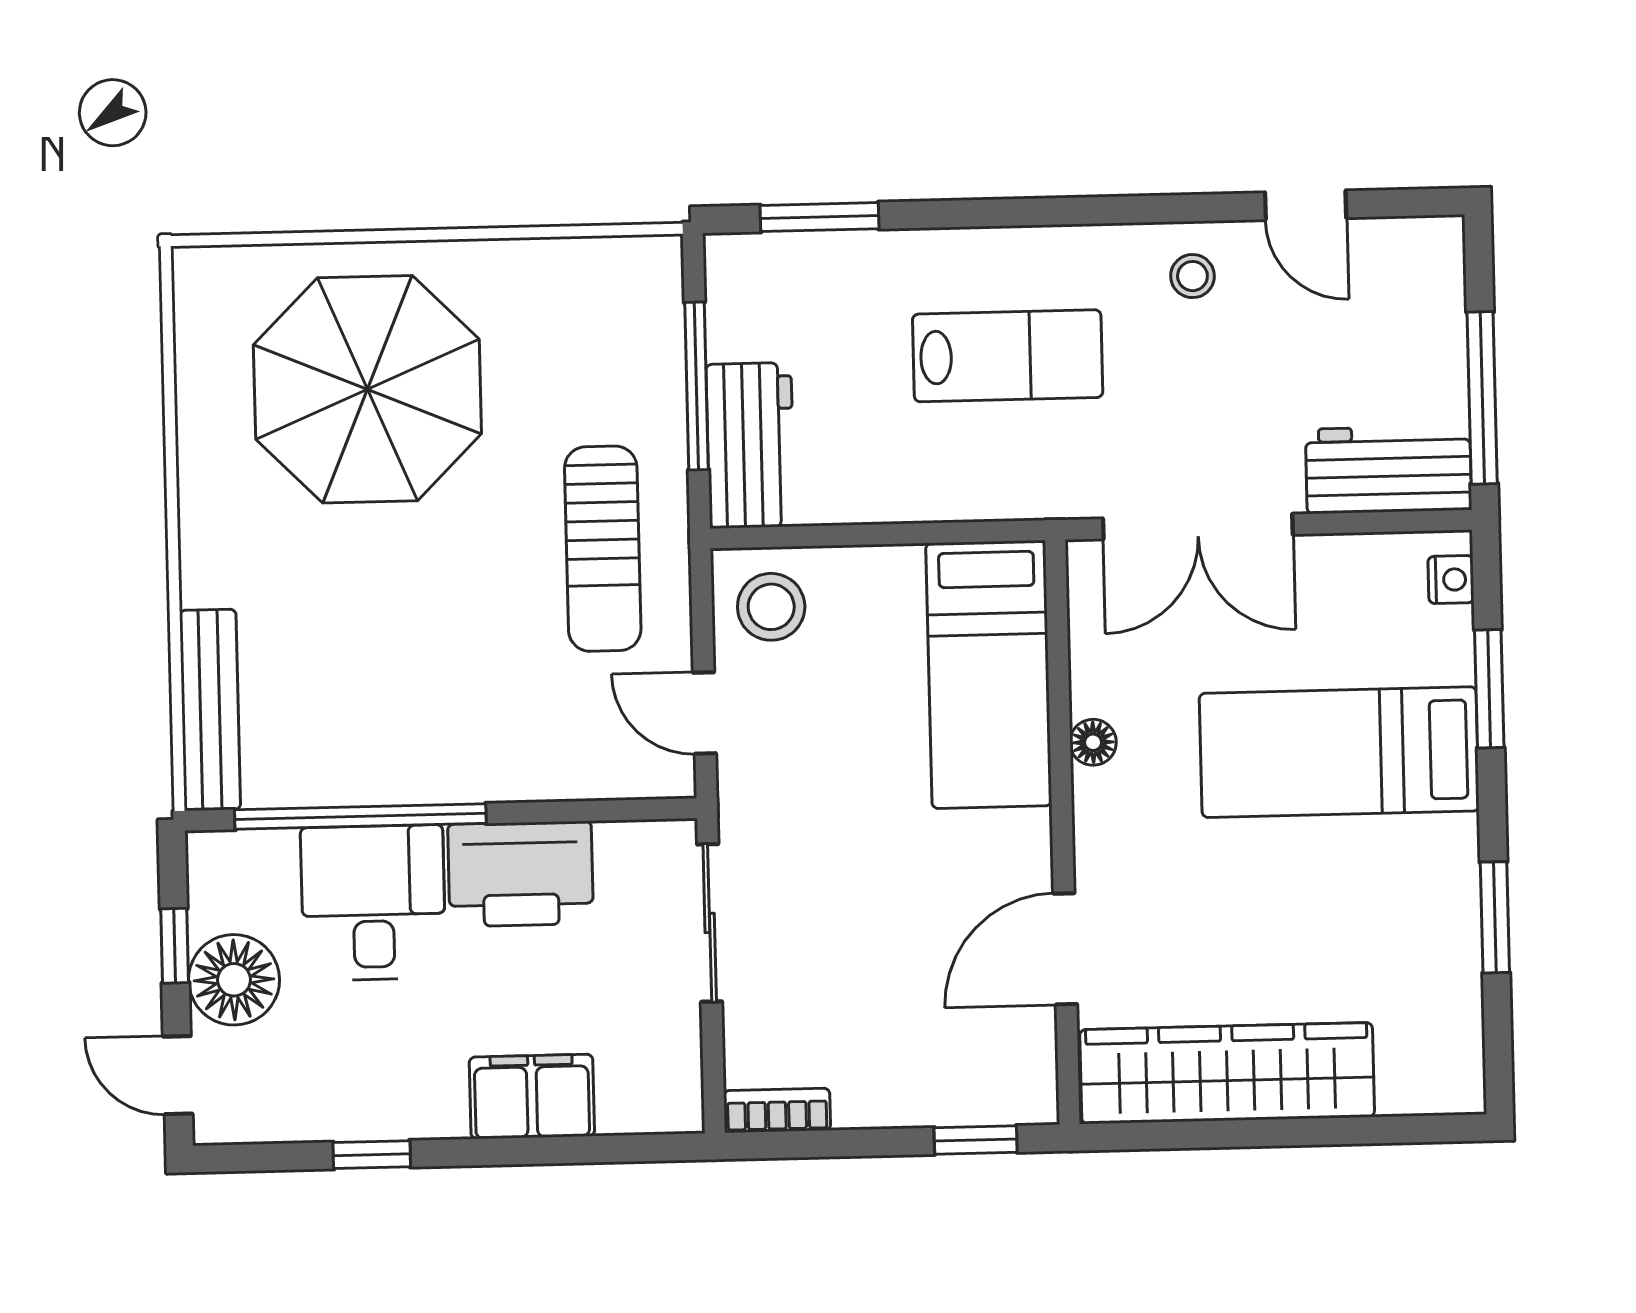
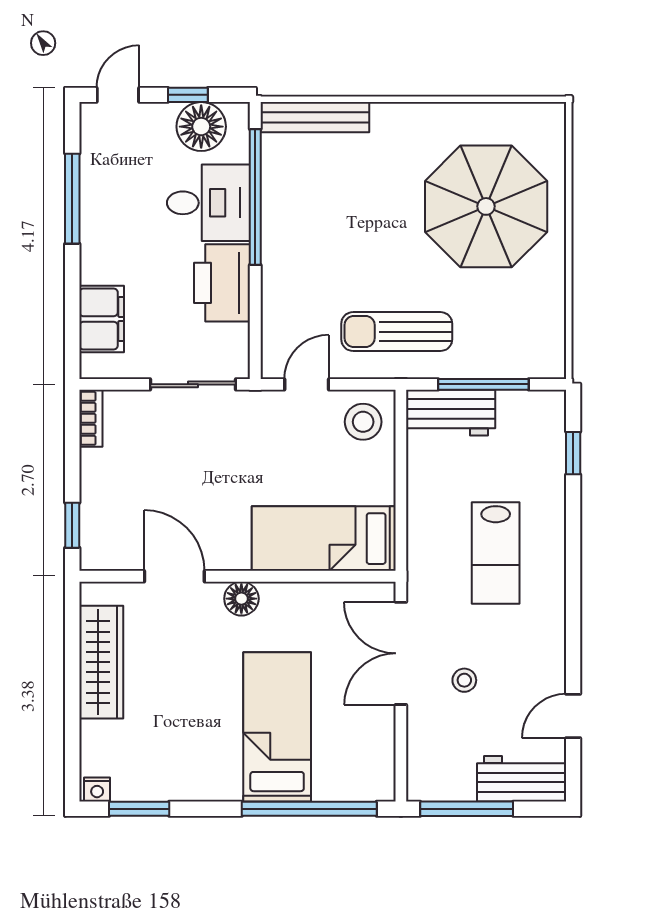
window: (820, 217) -> (573, 453), width x0.67
stool: (1192, 276) -> (464, 680), moved
workbench: (1389, 470) -> (522, 779), moved, turned -90
nightstand: (1451, 580) -> (97, 790), moved
window: (1489, 689) -> (309, 809), width x2.11
floor lamp: (1093, 742) -> (241, 599), moved, width x1.37, depth x1.37
window: (1495, 917) -> (139, 809), moved
floor lamp: (234, 980) -> (201, 127), moved
wardrobe: (1227, 1073) -> (101, 662), width x0.71, depth x0.85
filing cabinet: (532, 1096) -> (102, 319), moved
window: (372, 1155) -> (72, 199), width x2.17

